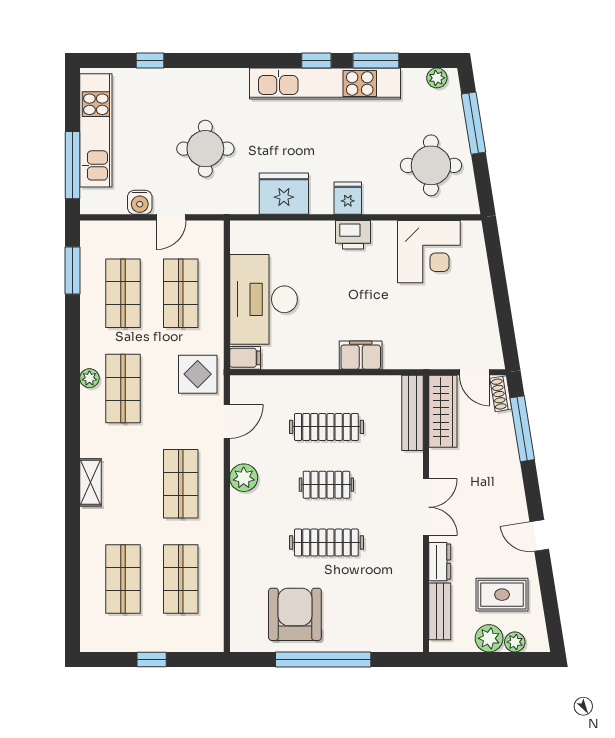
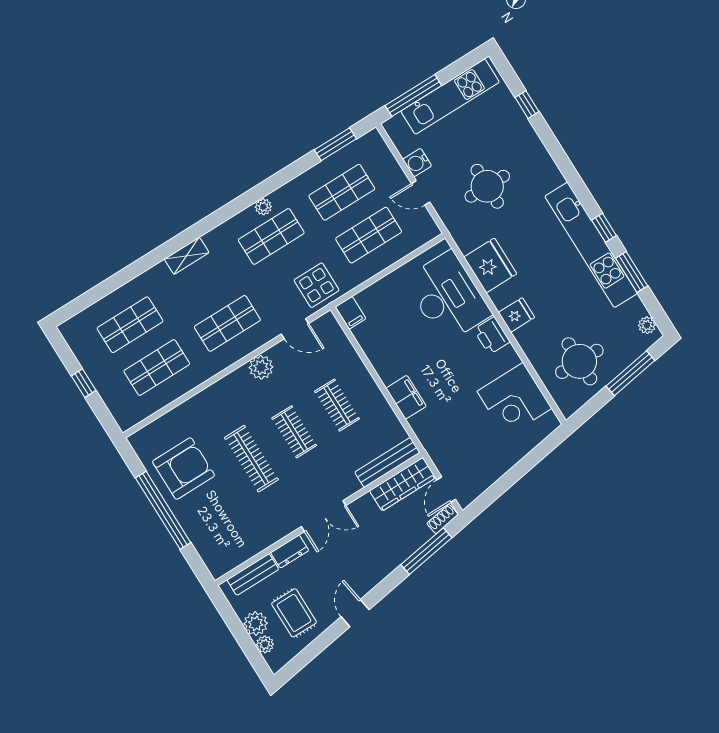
desk: (264, 299) -> (448, 297), moved, turned 90
clothes rail: (326, 427) -> (337, 405), width x0.73

